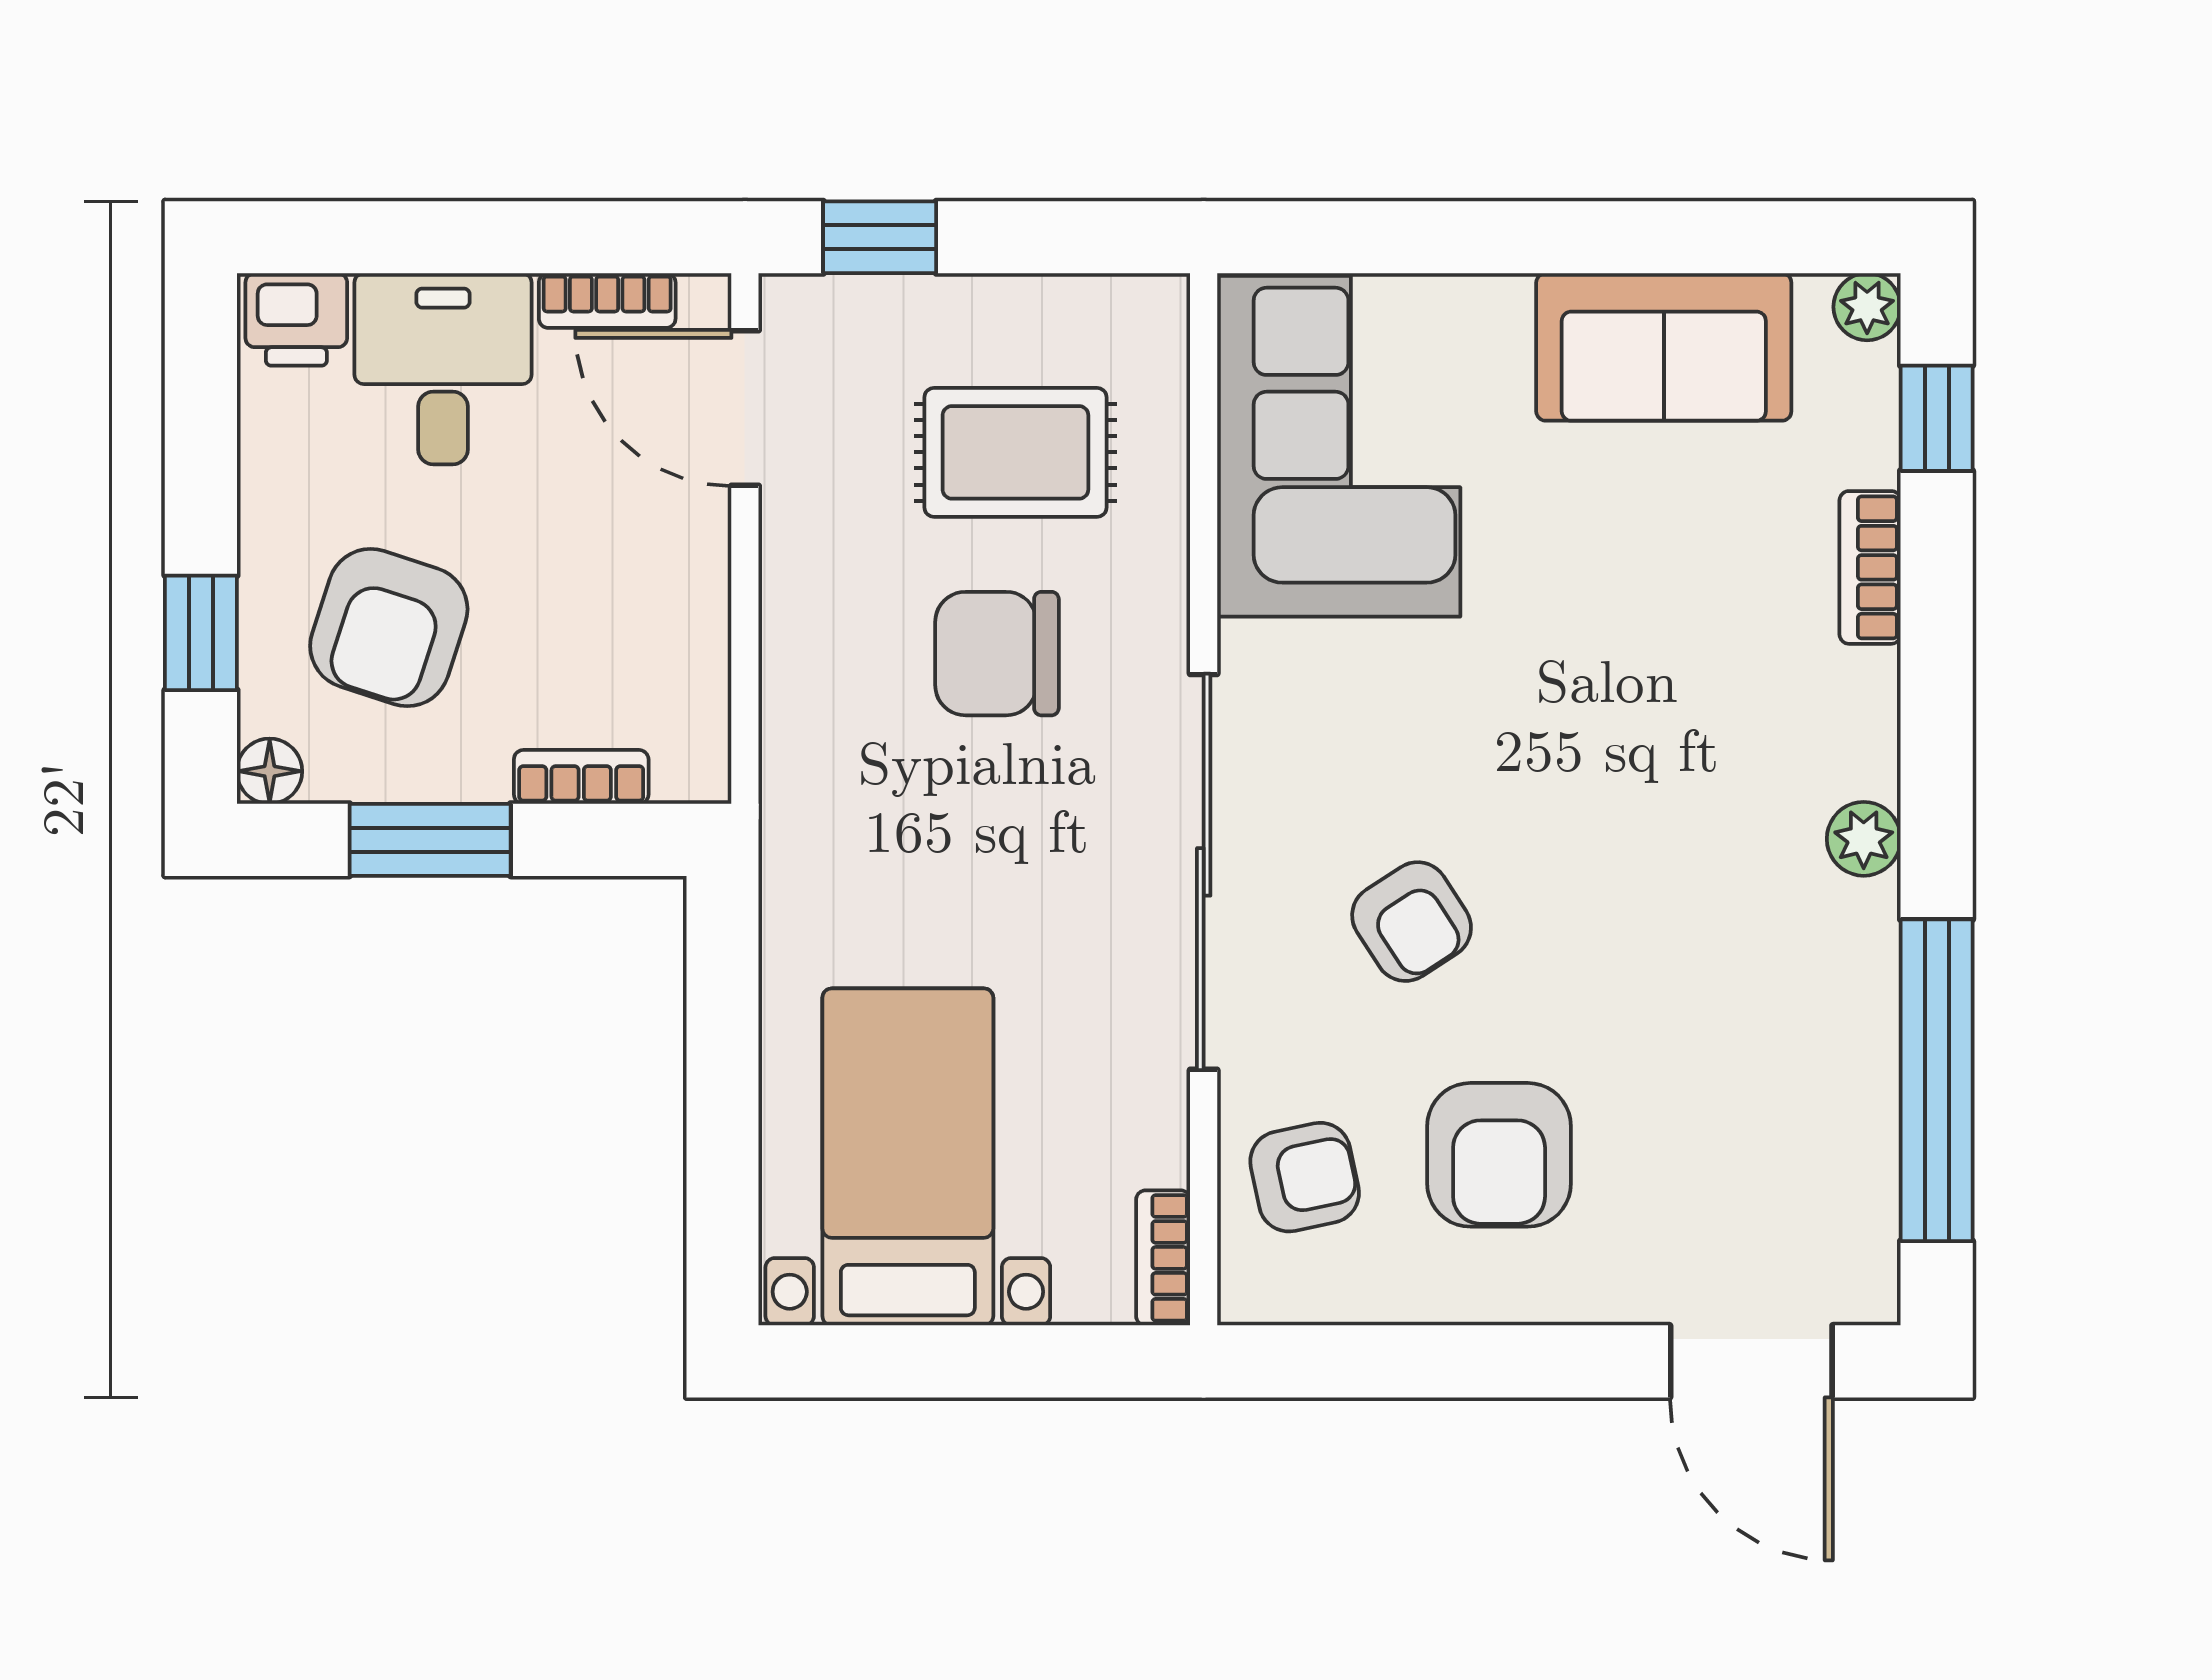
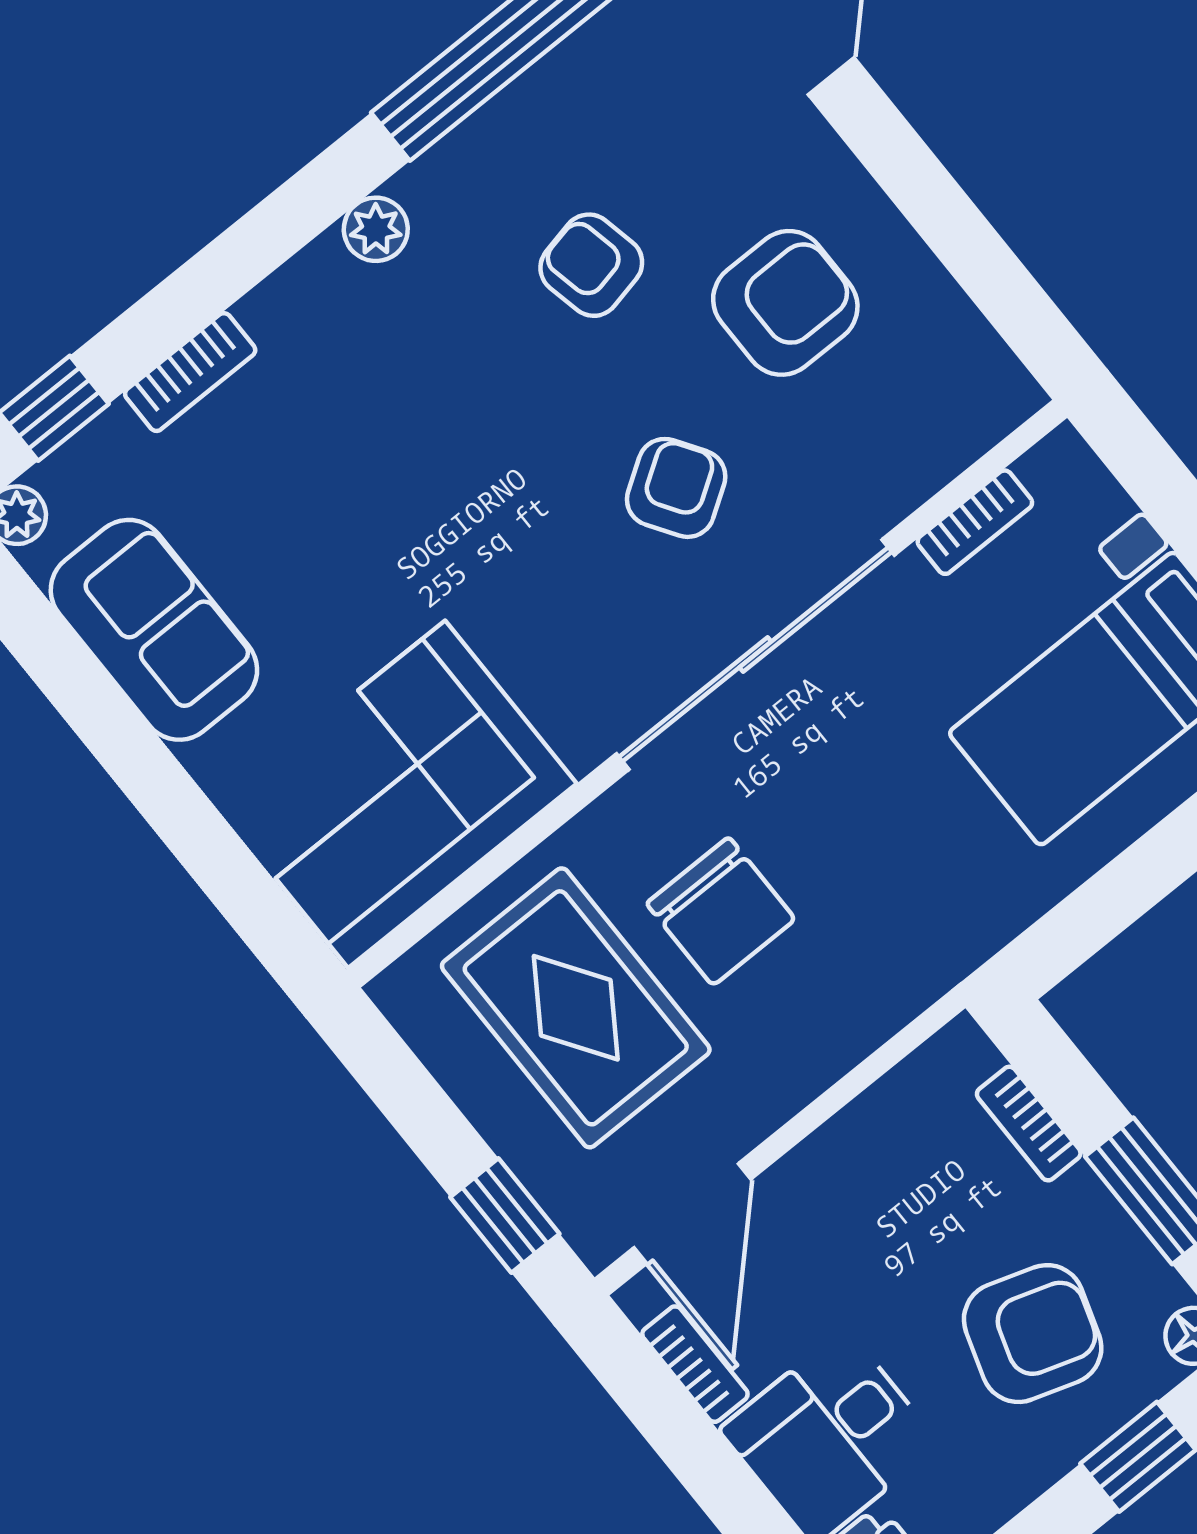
rug: (1015, 452) -> (576, 1008), width x1.36, depth x1.43
armchair: (1305, 1177) -> (591, 265), moved
bookcase: (1163, 1258) -> (975, 522), moved

